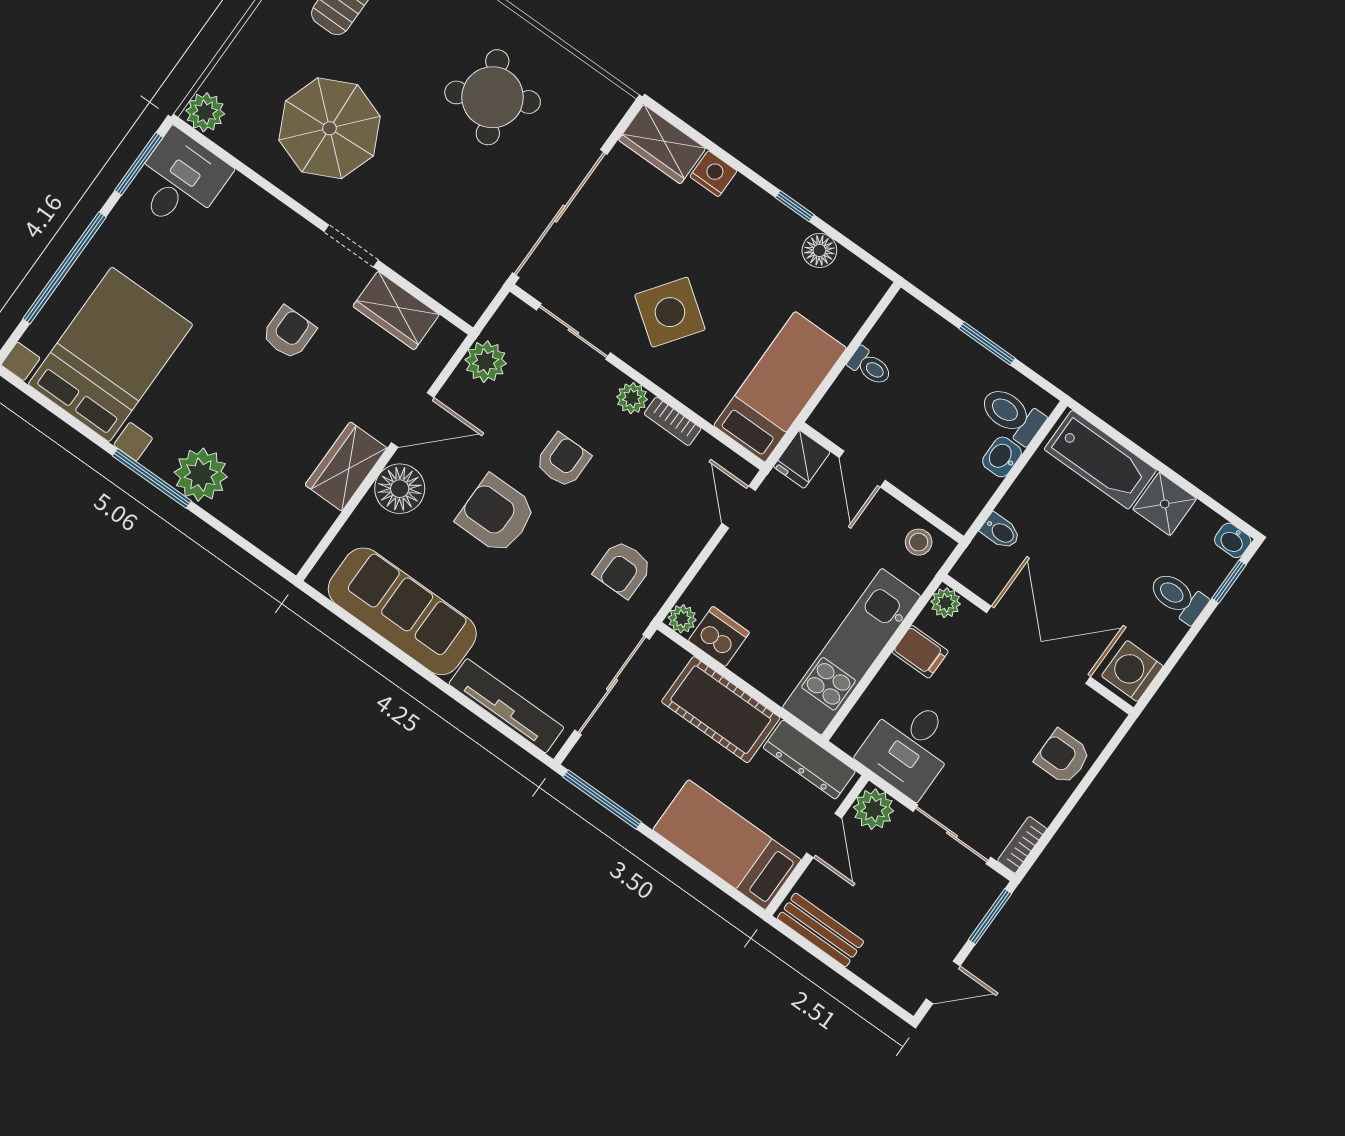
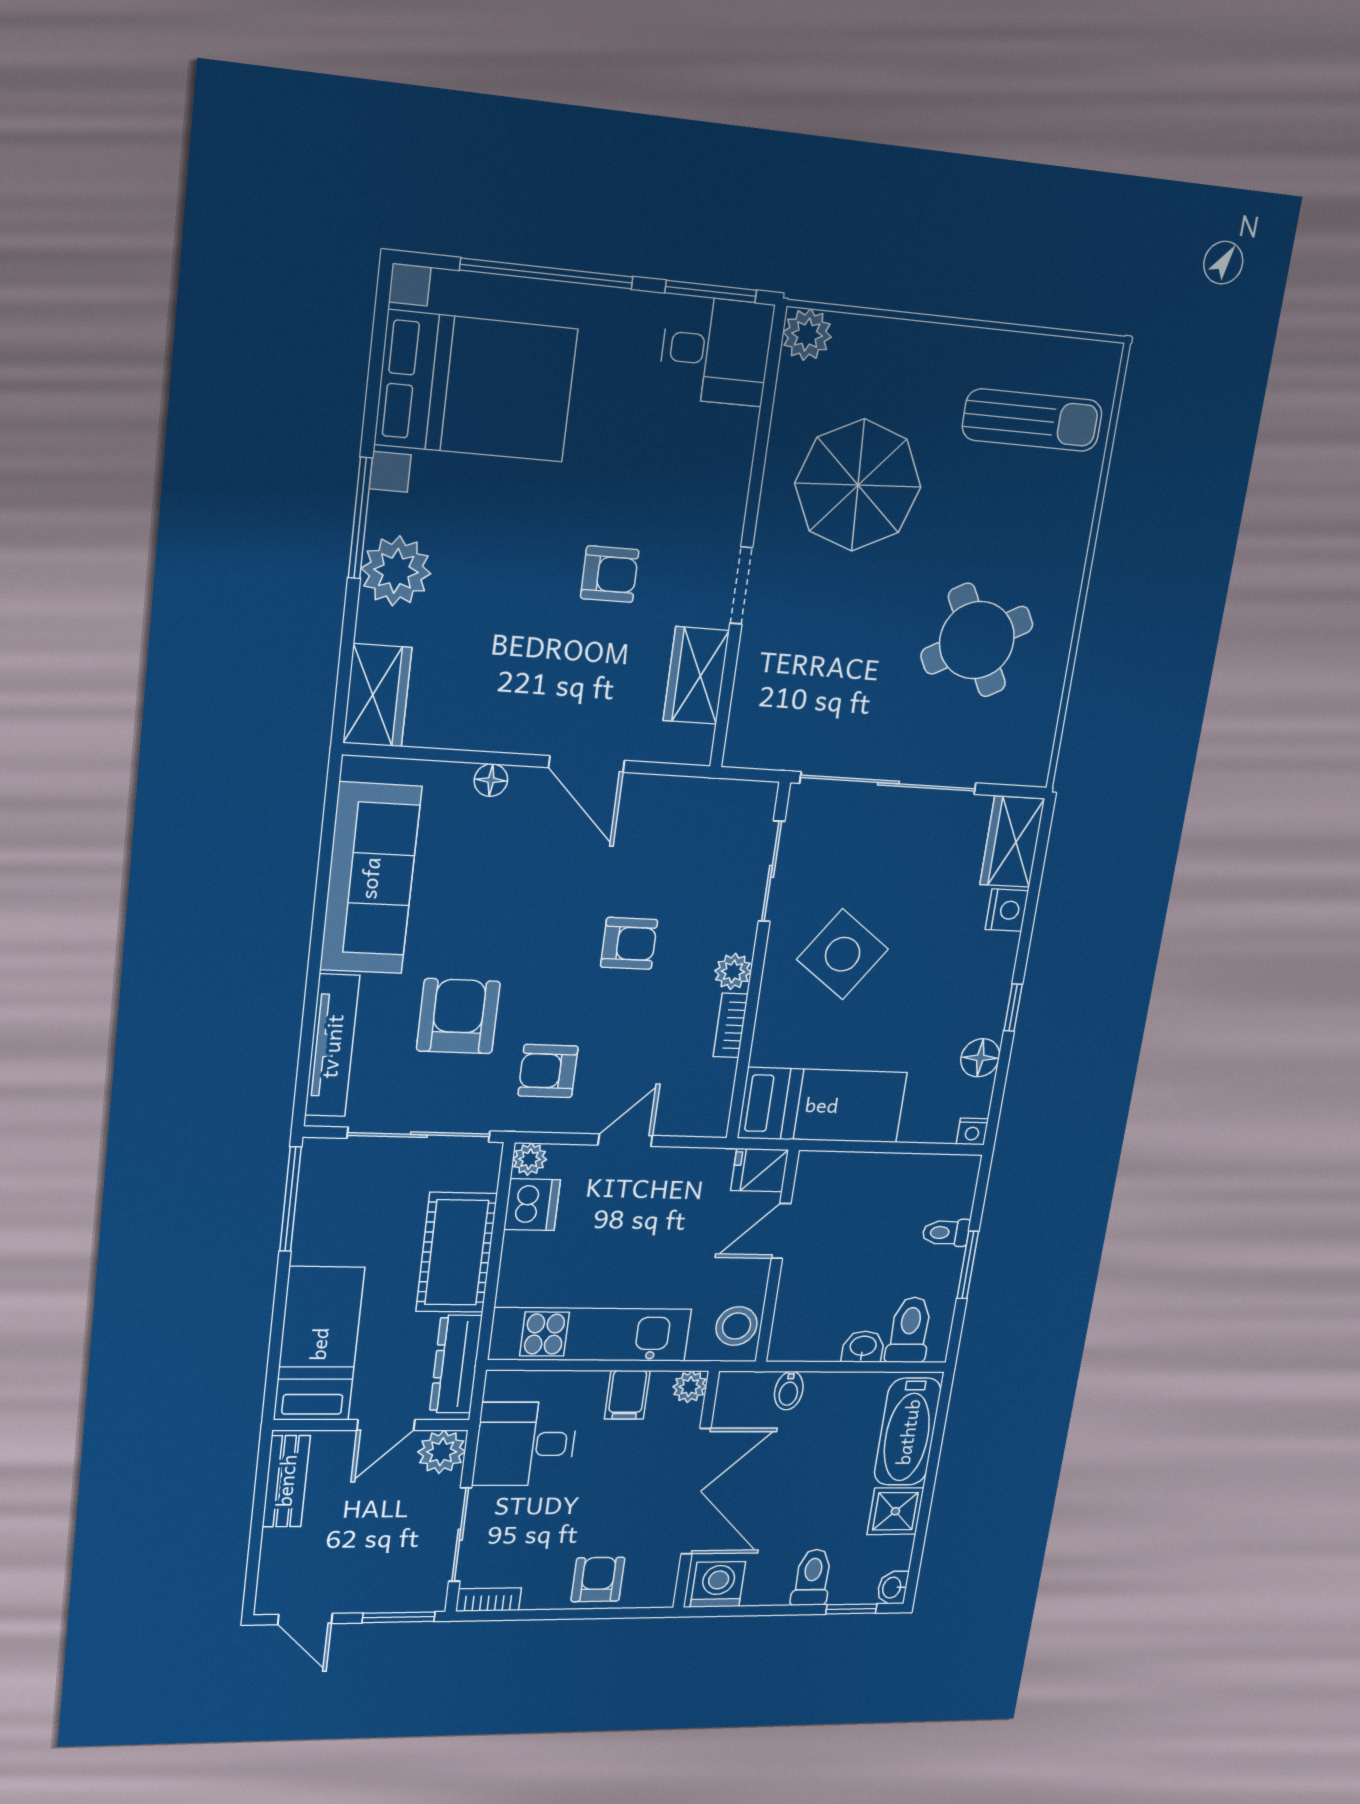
nightstand: (876, 286) -> (972, 1131), added
plant: (486, 362) -> (691, 802), removed
toilet: (870, 366) -> (946, 1233), moved, turned 90
wardrobe: (346, 466) -> (377, 695), moved, turned 90
floor lamp: (400, 489) -> (491, 780), width x0.53, depth x0.53
door: (739, 507) -> (625, 1140), moved
armchair: (496, 514) -> (458, 1016), moved
stool: (919, 542) -> (737, 1326), width x1.37, depth x1.37

